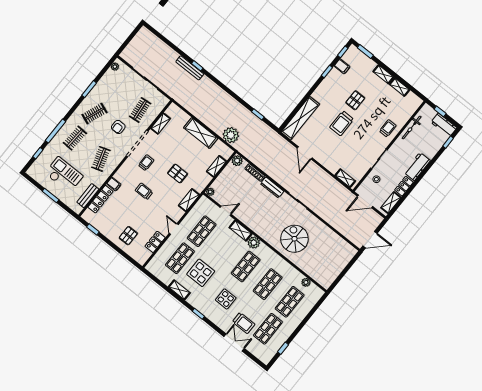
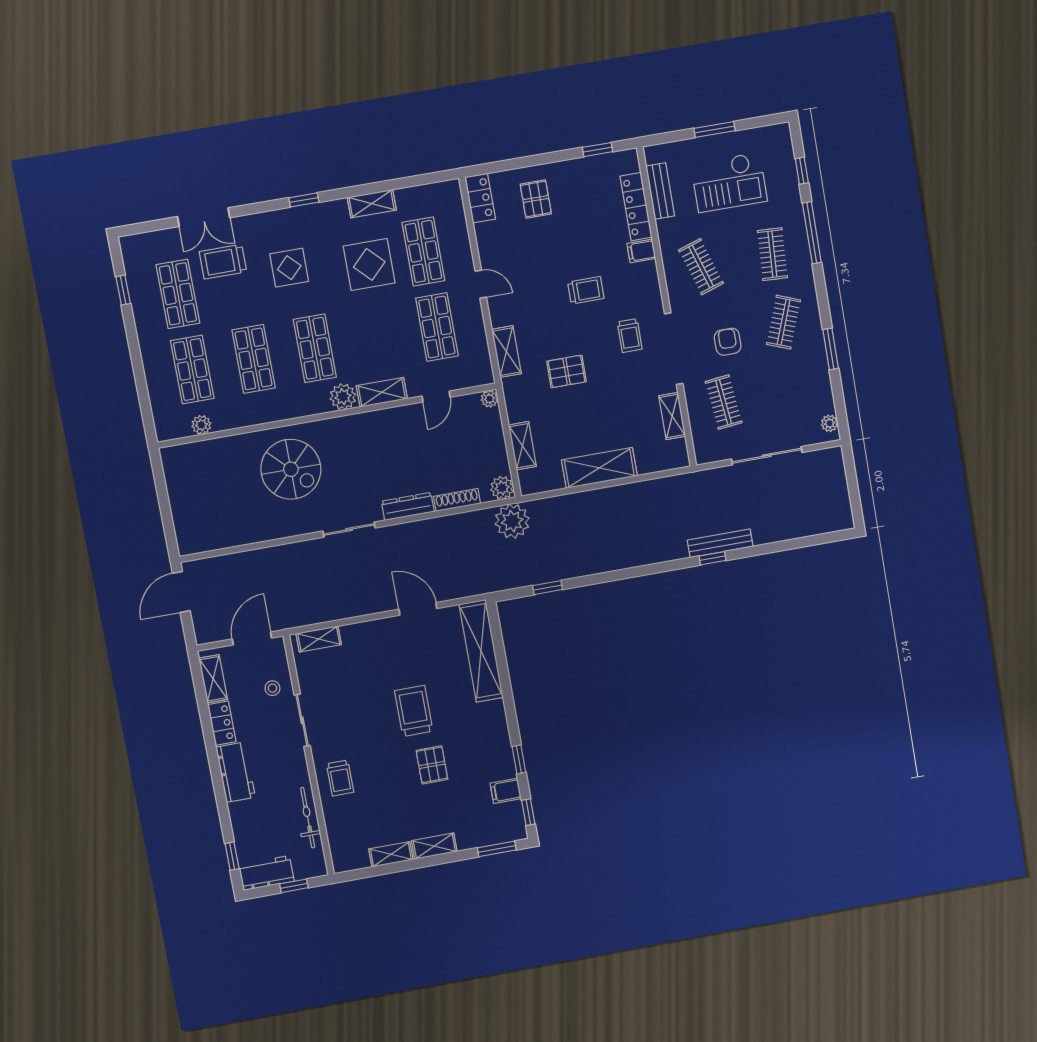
plant: (231, 135) -> (512, 521), moved
locker: (155, 242) -> (480, 198), moved

